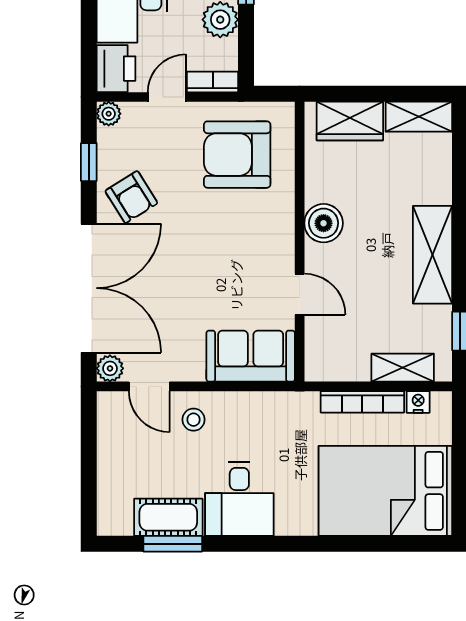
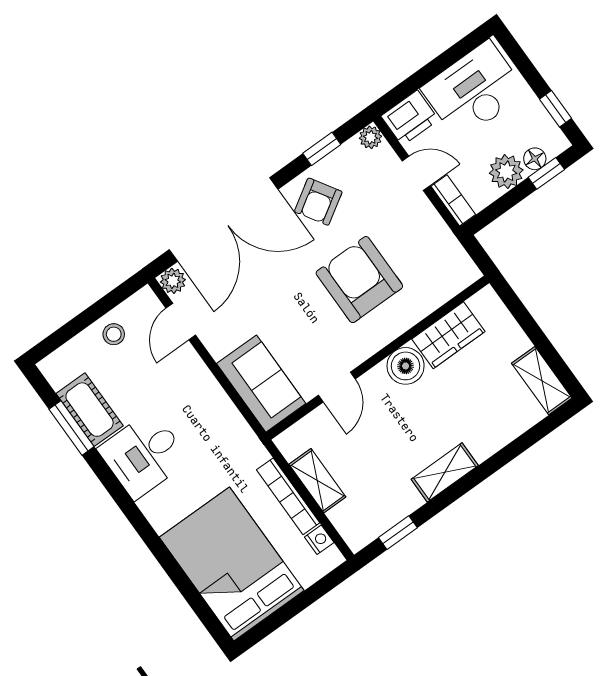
wardrobe: (350, 121) -> (448, 335), moved, turned -90
armchair: (237, 155) -> (359, 280), moved
shelving: (433, 255) -> (445, 472), width x0.67, depth x0.75
shelving: (403, 368) -> (317, 481), moved
stool: (194, 420) -> (114, 334), moved

